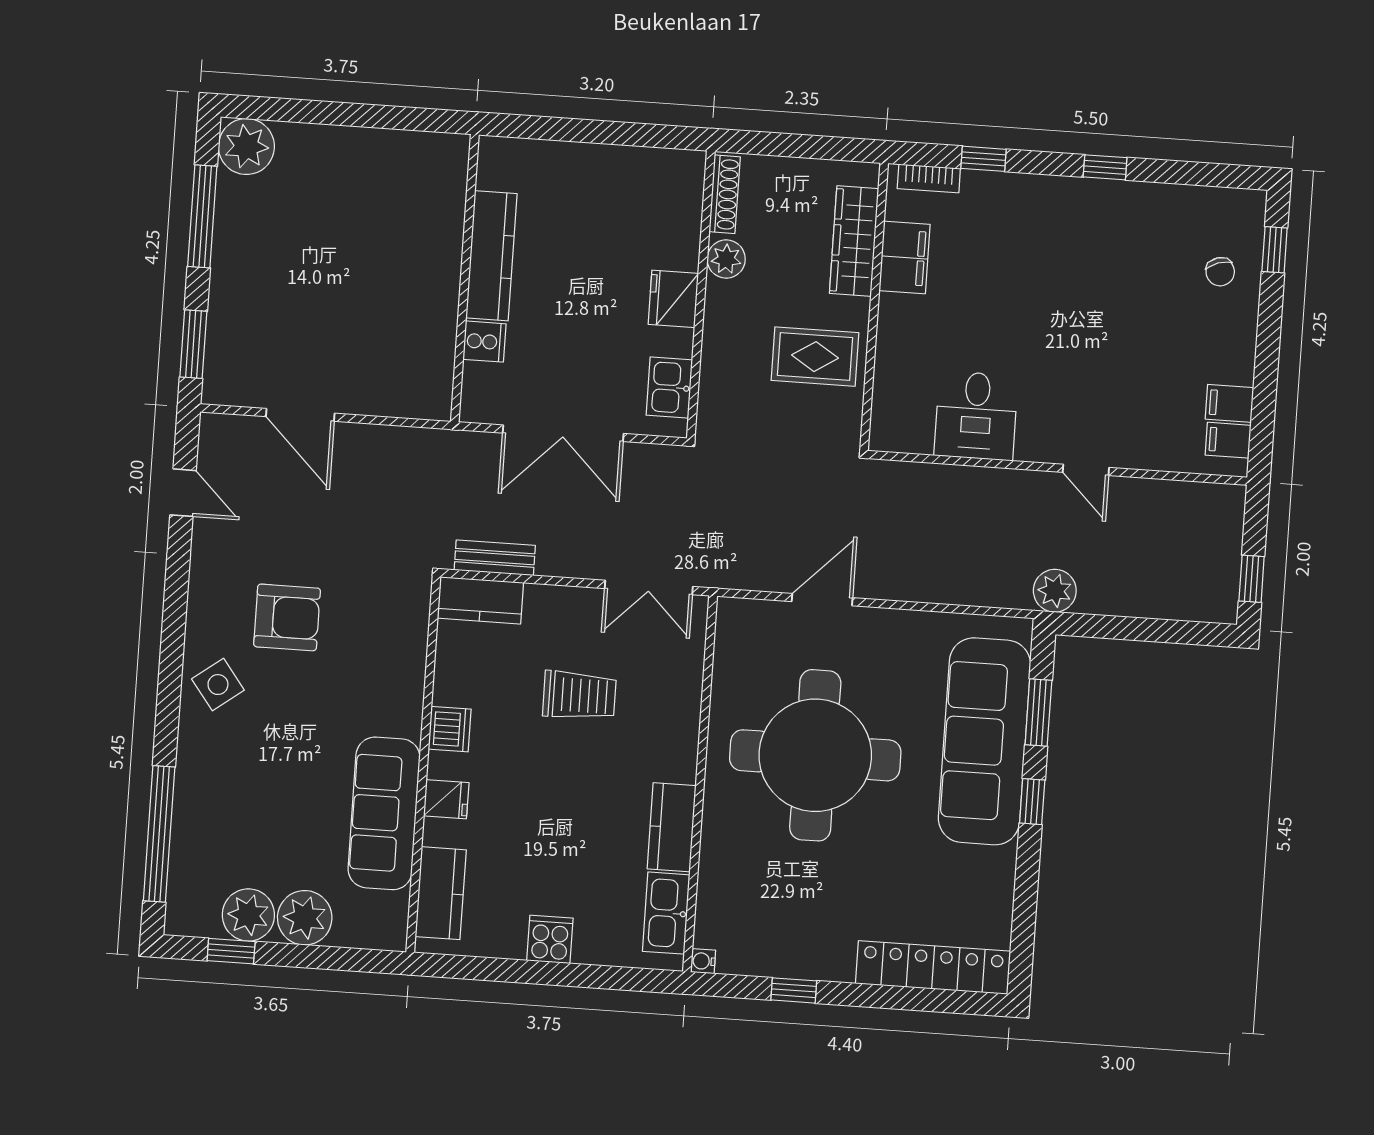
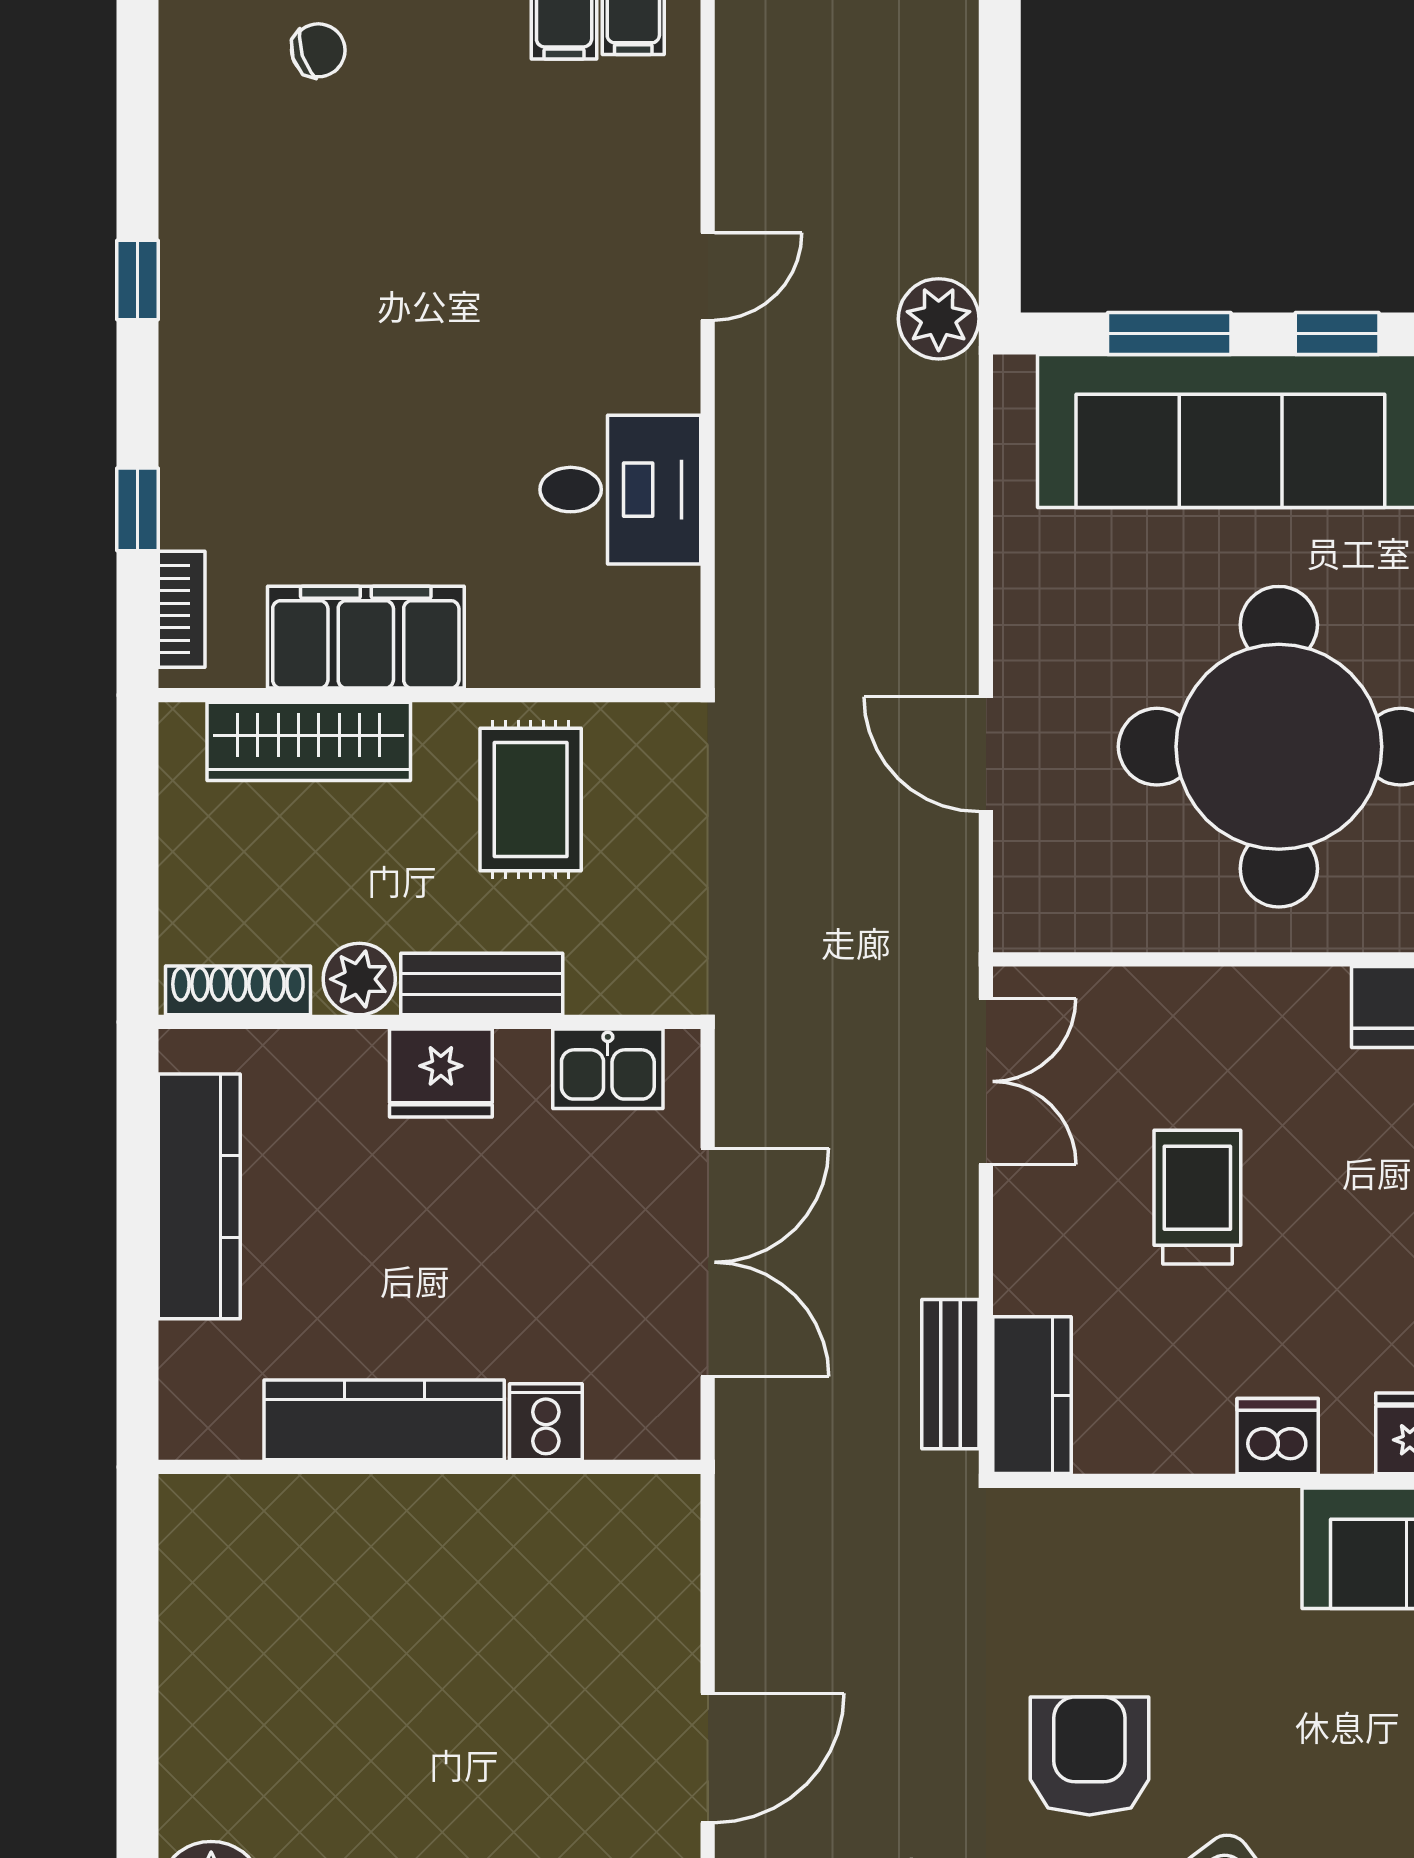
kitchen counter: (617, 166) -> (199, 1196), added
filing cabinet: (905, 258) -> (366, 637), width x1.50, depth x1.17
bench: (719, 324) -> (482, 984), added

